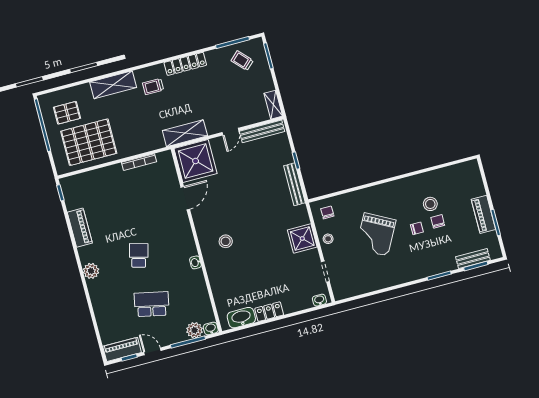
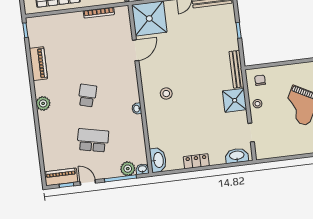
bench: (295, 184) -> (237, 69), moved
washbasin: (319, 300) -> (237, 156), width x1.91, depth x1.45
washbasin: (241, 318) -> (158, 160), moved, turned 90

